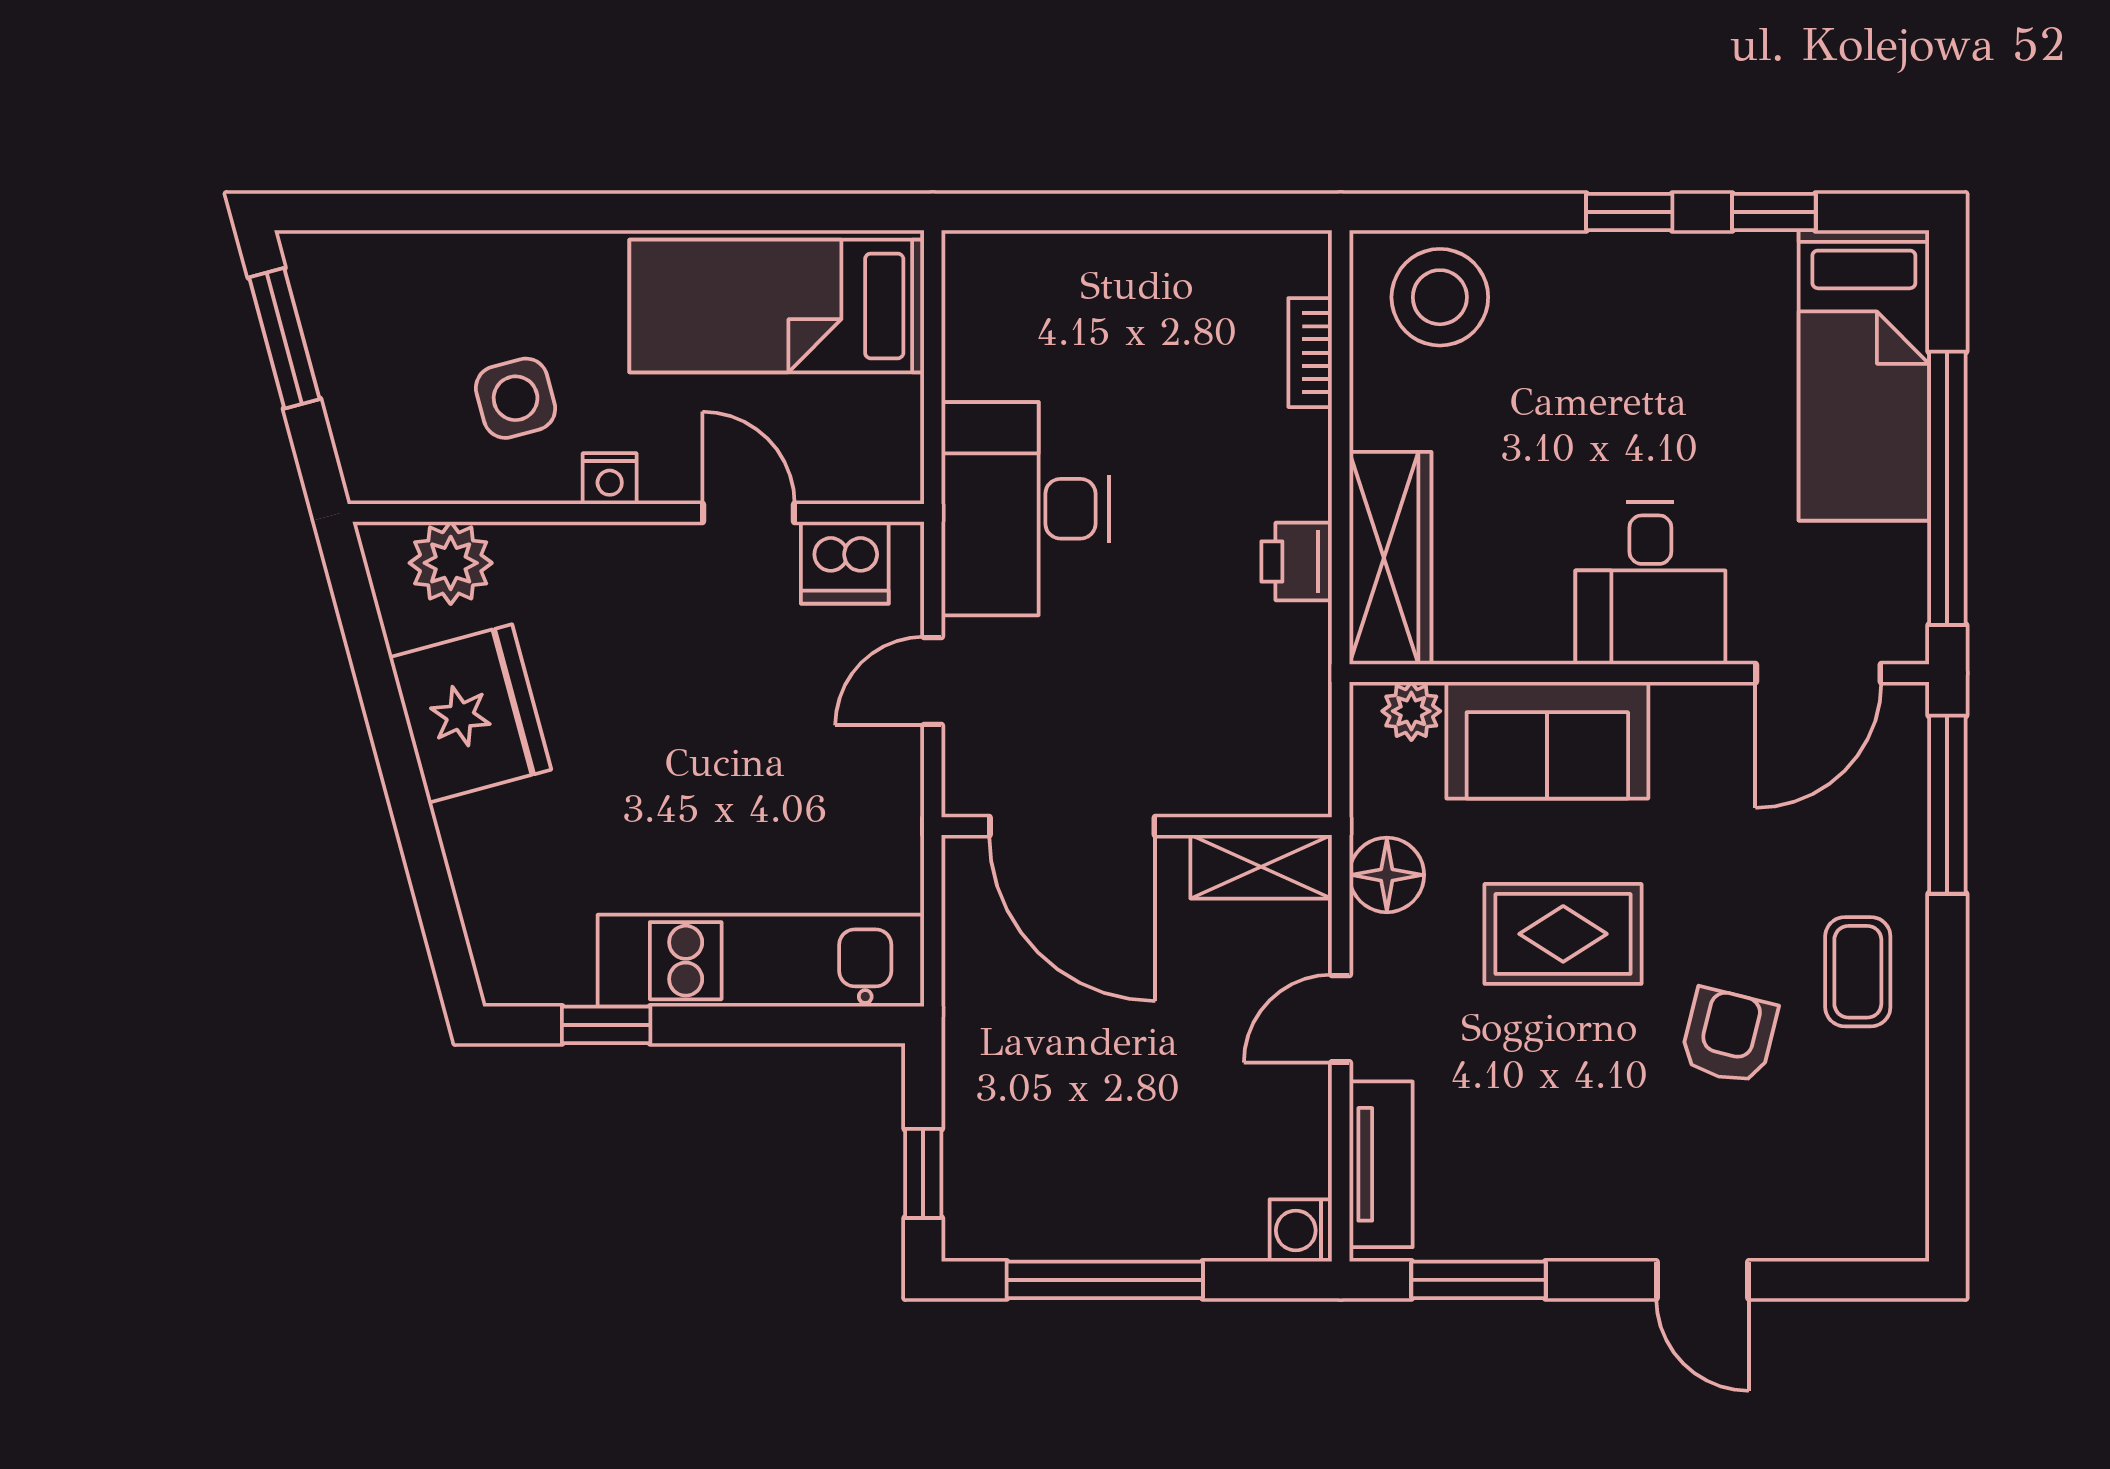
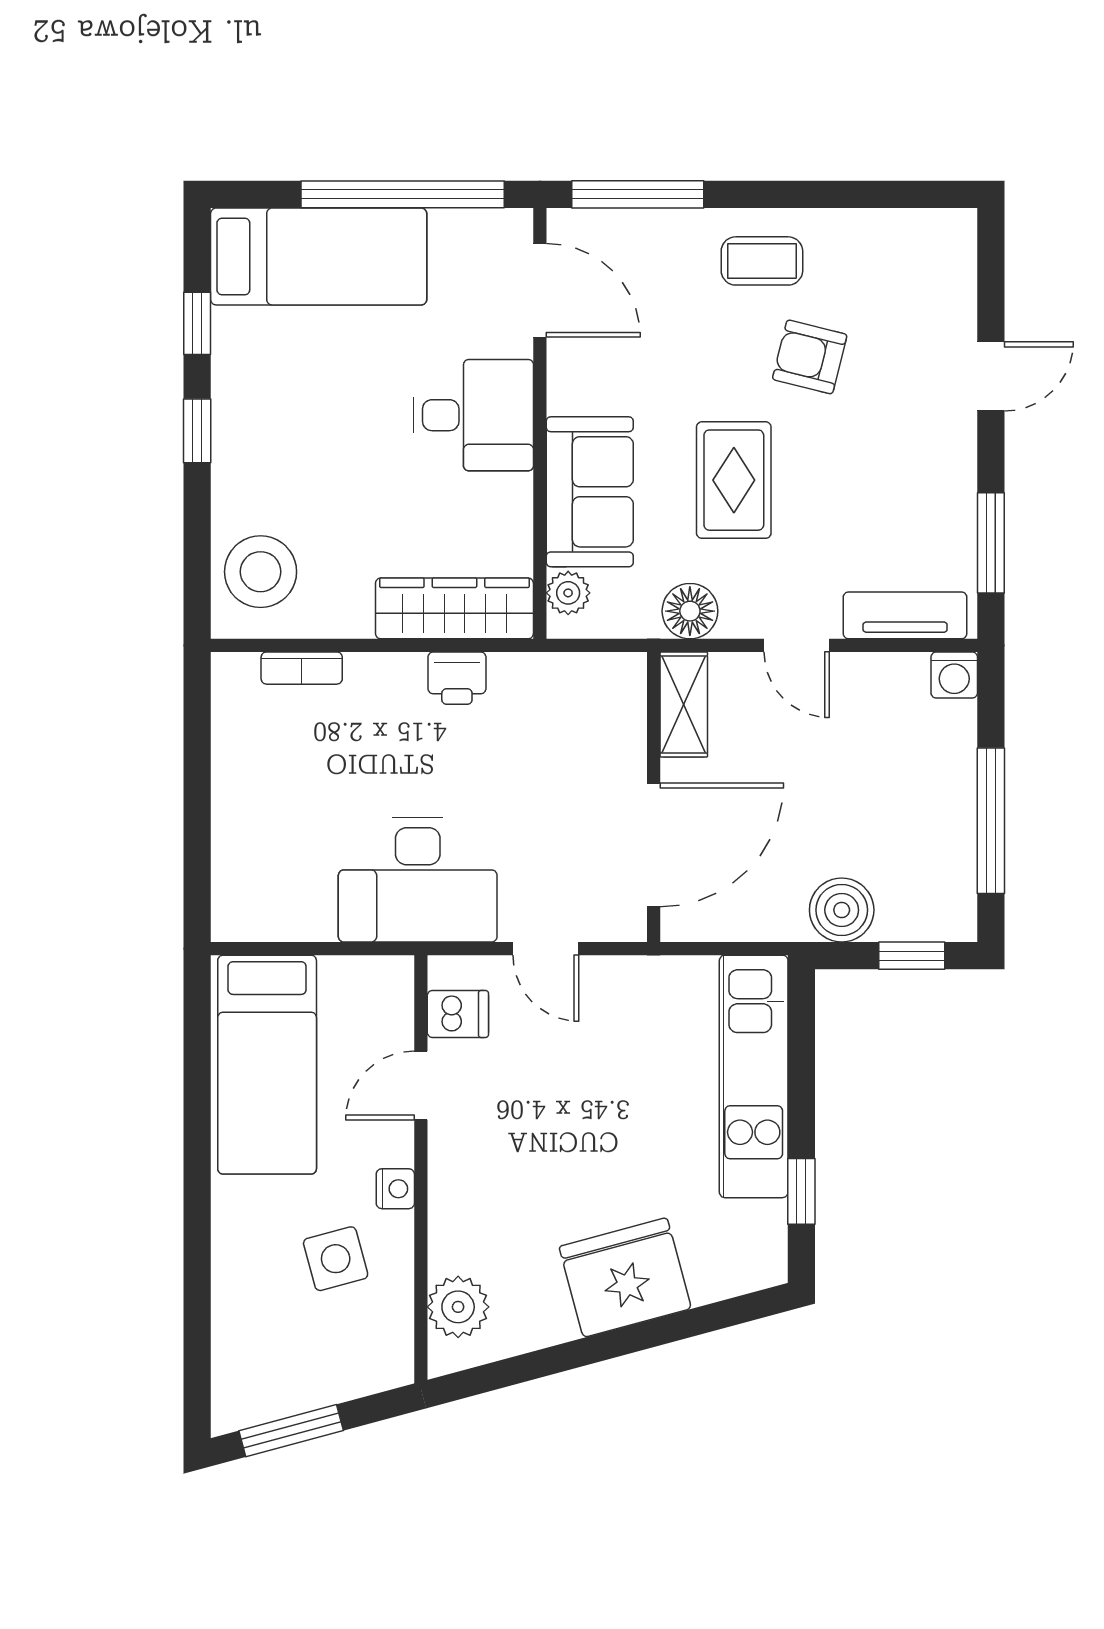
dishwasher: (845, 563) -> (458, 1014), width x0.73
fridge: (470, 713) -> (625, 1278), moved
boiler: (985, 1079) -> (842, 910), added

